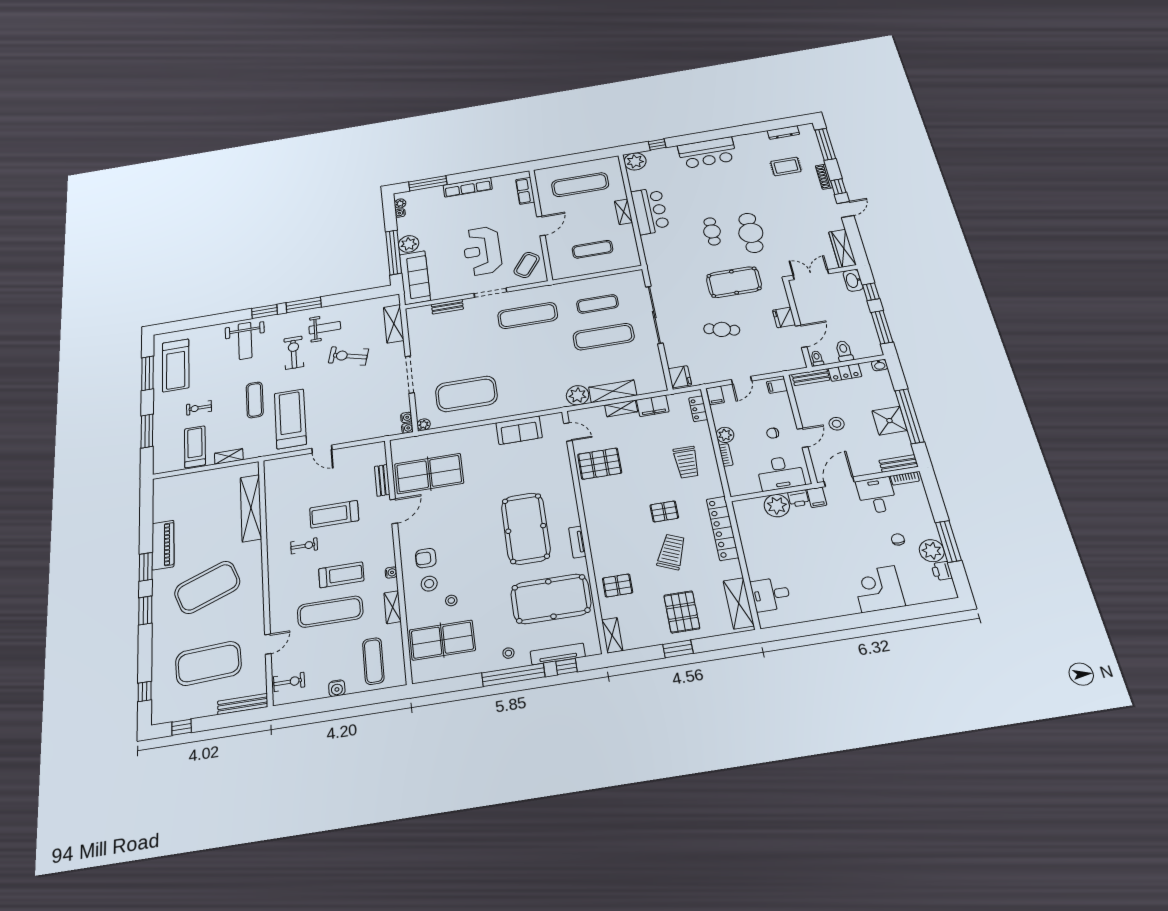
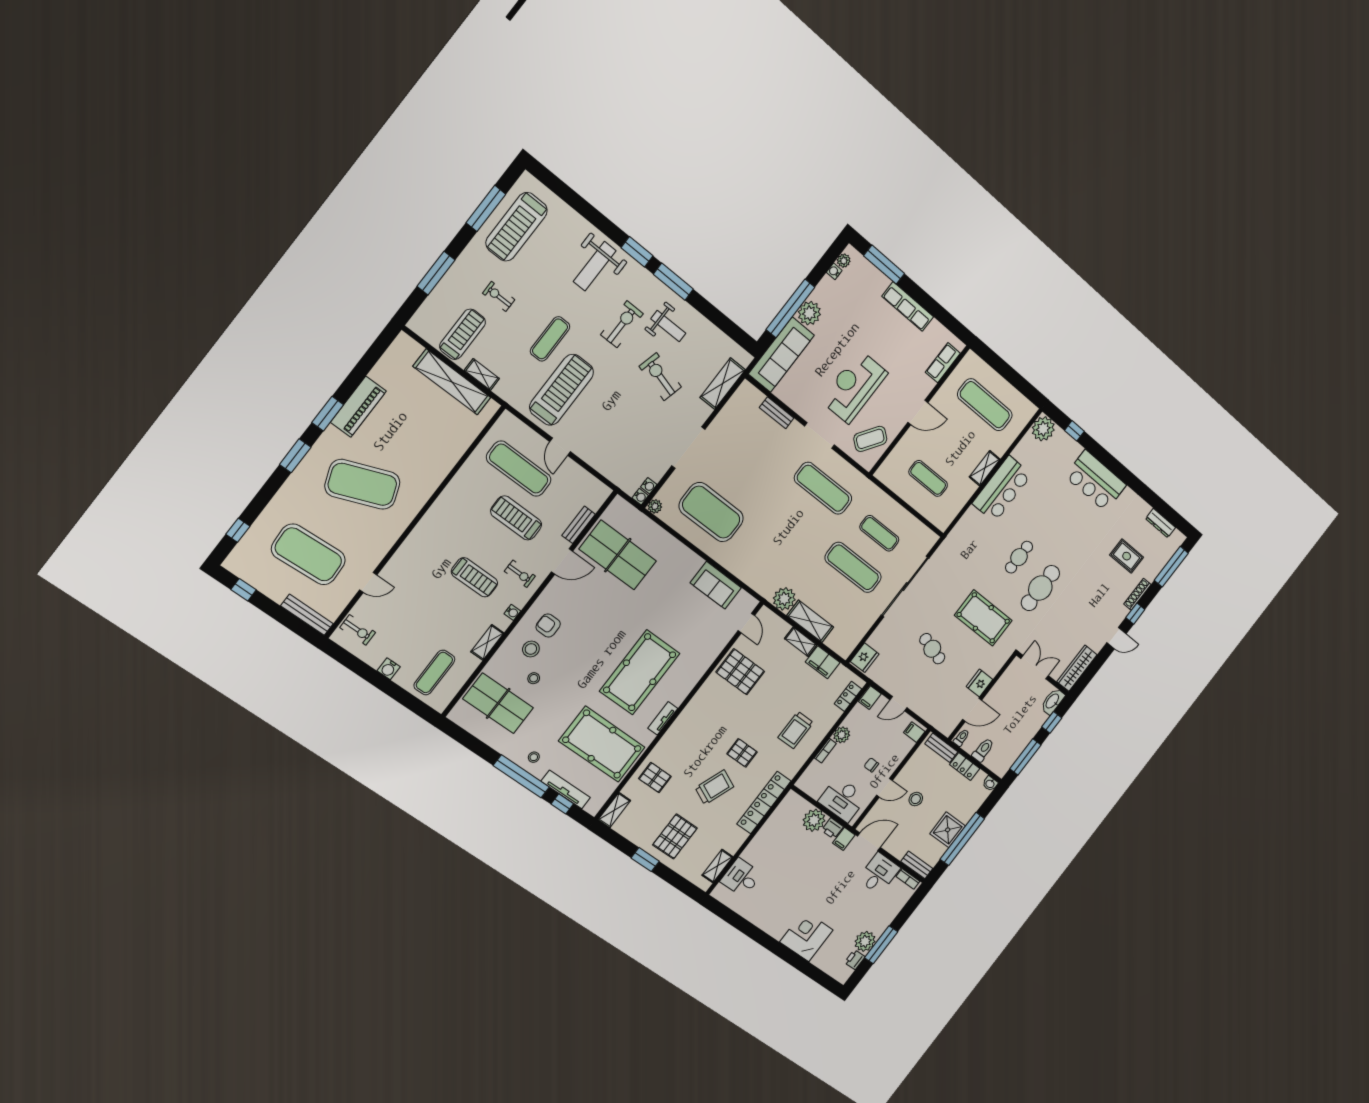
shelving: (251, 508) -> (452, 382), moved, turned 90
chair: (898, 539) -> (855, 915), removed
exercise bike: (304, 546) -> (520, 574), moved
shelving: (739, 603) -> (717, 866), width x0.67, depth x0.75
exercise mat: (330, 612) -> (519, 469), moved

